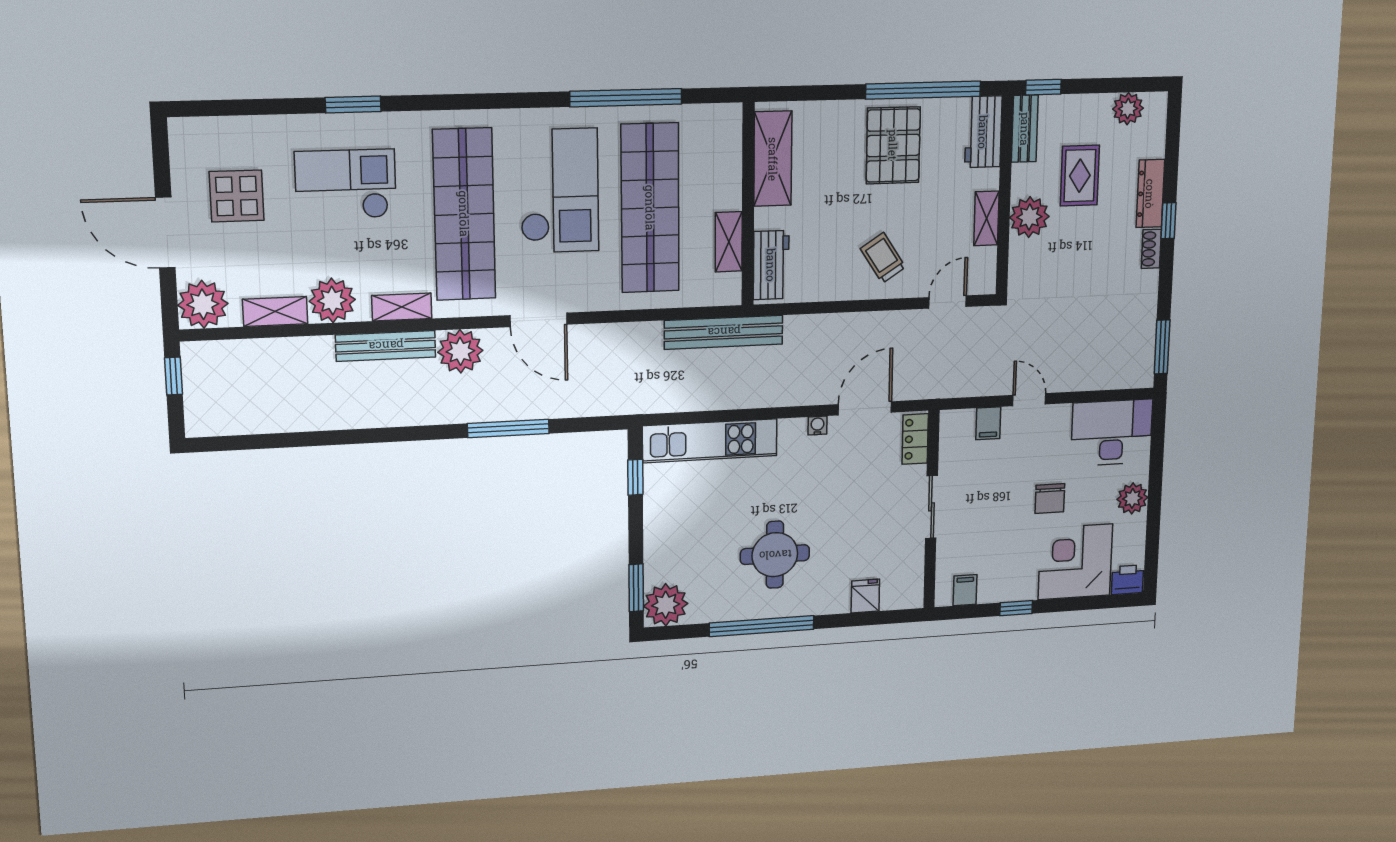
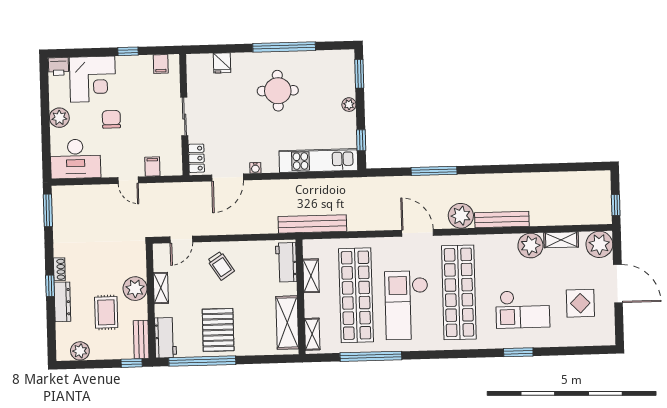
shelving: (402, 307) -> (312, 334), moved, turned 90
plant: (666, 605) -> (349, 105), moved, width x0.53, depth x0.53

